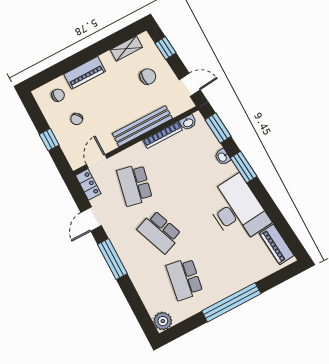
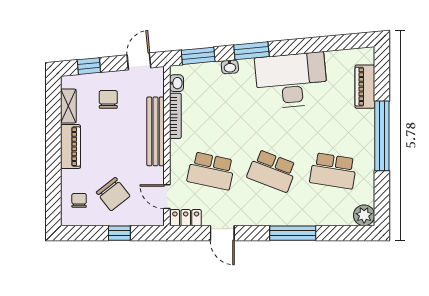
piano: (85, 73) -> (71, 147), moved
chair: (77, 119) -> (113, 194), width x1.87, depth x1.87
school desk: (160, 232) -> (272, 171), turned 42
piano: (277, 244) -> (365, 87), moved, turned 95
window: (112, 259) -> (293, 233), moved

